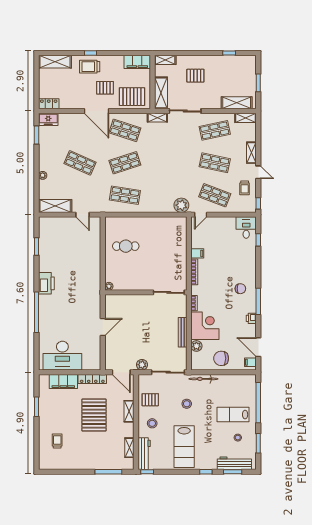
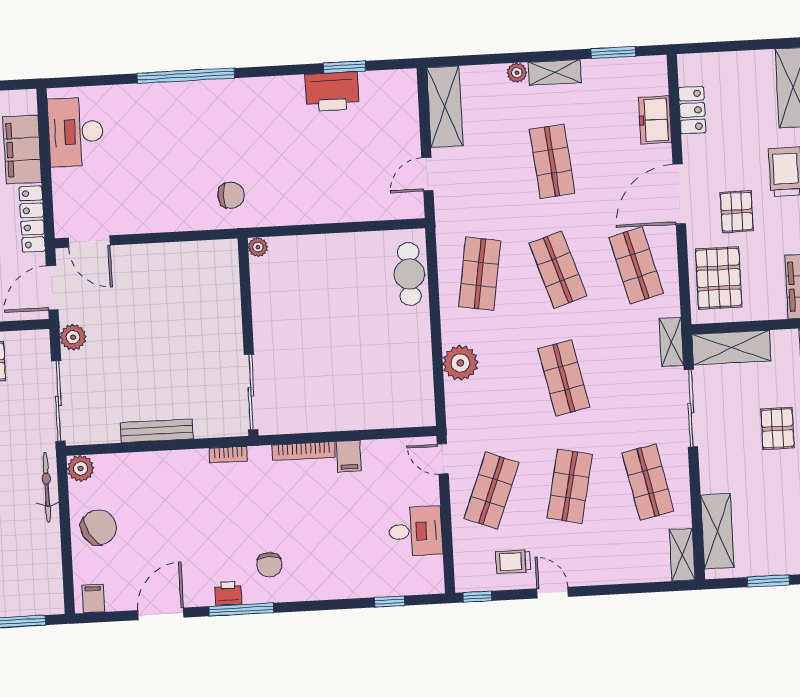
locker: (49, 104) -> (692, 110), moved
freezer: (48, 119) -> (655, 120), moved
shop shelf: (125, 130) -> (636, 265), turned -33
shelving: (251, 153) -> (555, 72), moved
shop shelf: (80, 163) -> (552, 161), turned -30
shop shelf: (170, 163) -> (564, 378), added
door: (258, 172) -> (553, 593), swing flipped
plant: (181, 205) -> (460, 363), moved
desk: (246, 228) -> (415, 531), moved
cafe table: (126, 246) -> (409, 274), moved
printer: (46, 283) -> (332, 92), moved
chair: (87, 296) -> (231, 195), added
printer: (251, 318) -> (228, 593), moved
corner desk: (205, 326) -> (175, 484), removed
door: (103, 327) -> (89, 241), moved
plant: (196, 346) -> (81, 468), moved
door: (258, 347) -> (161, 614), moved
desk: (62, 356) -> (76, 132), width x0.73, depth x0.77
chair: (221, 358) -> (99, 527), turned 60

